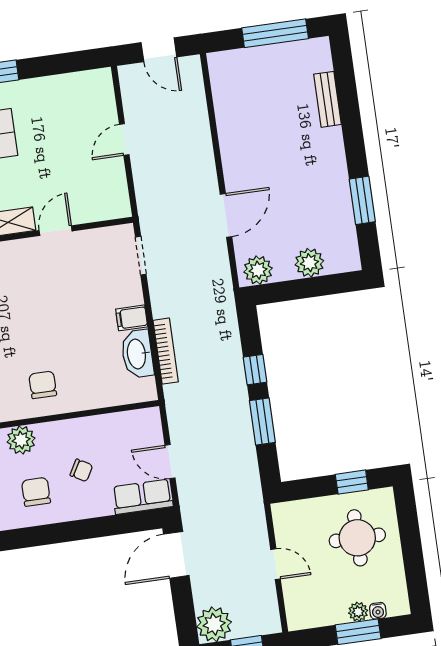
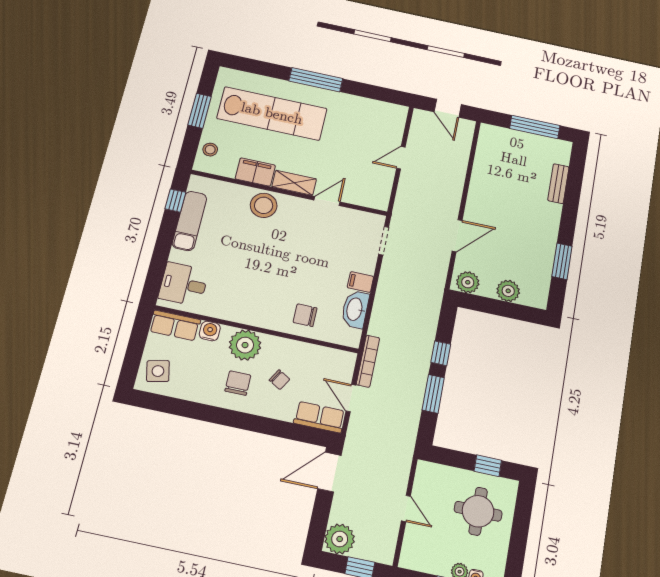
bookcase: (166, 351) -> (368, 361), moved
chair: (43, 385) -> (305, 315), moved, turned -90
plant: (21, 440) -> (245, 345), width x1.36, depth x1.36

